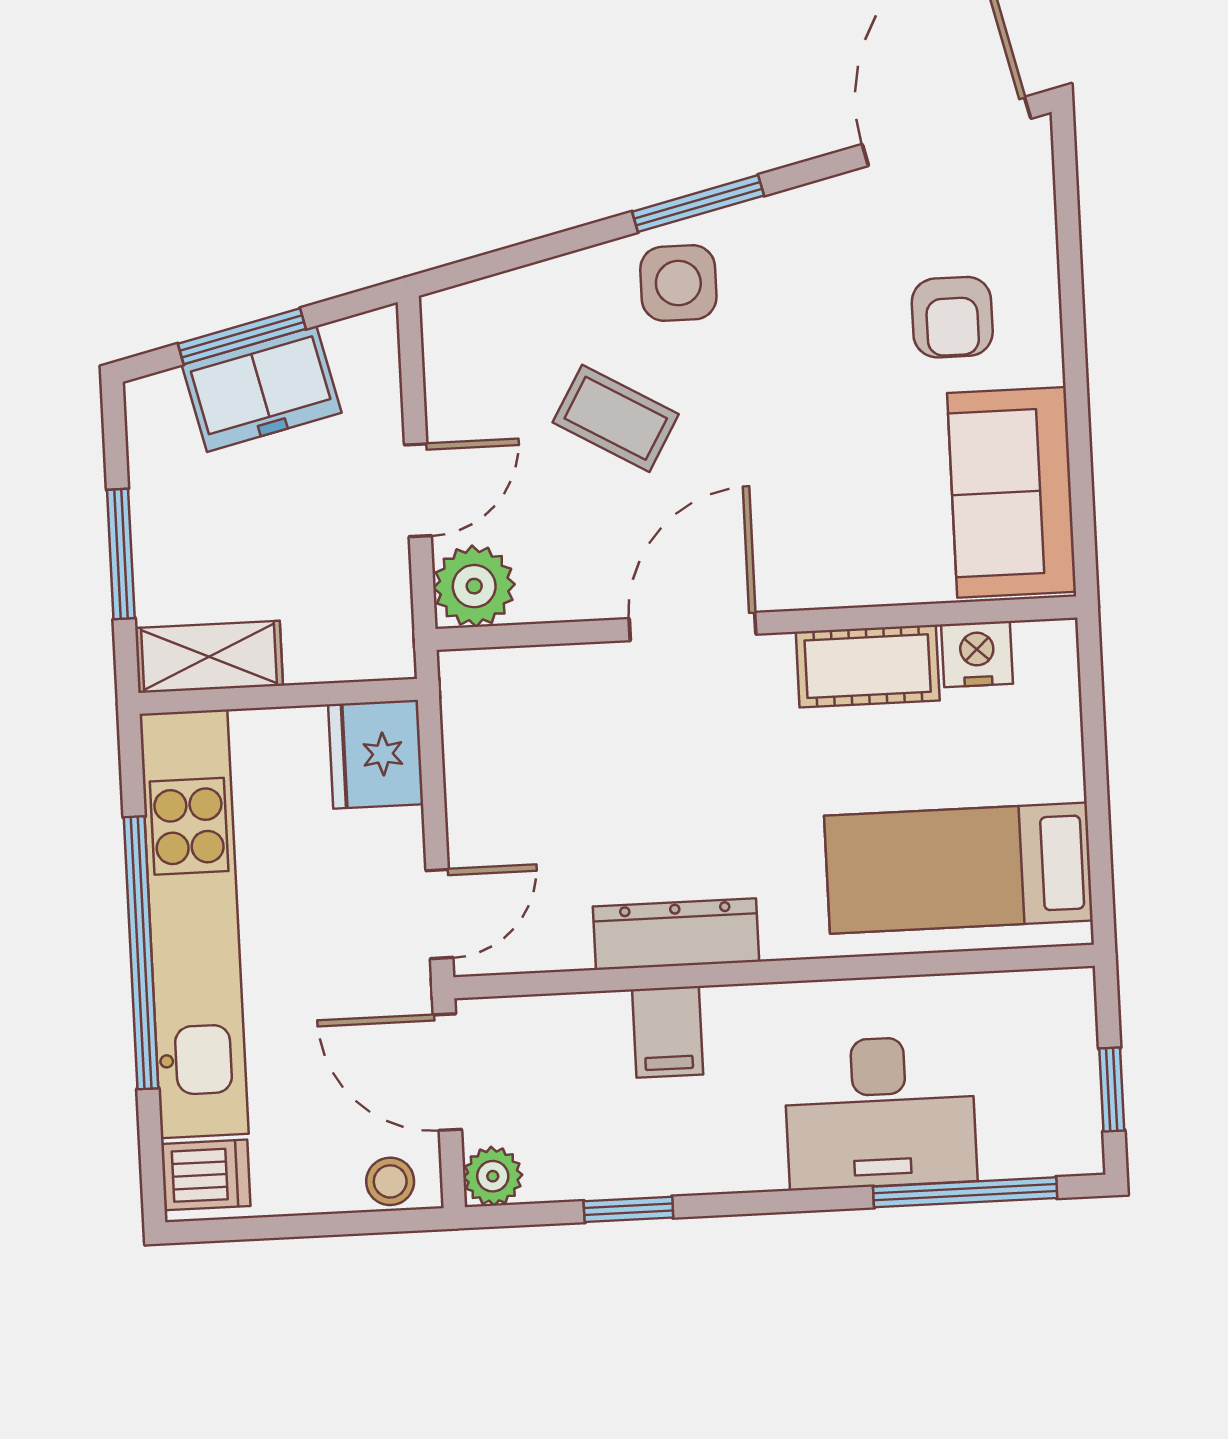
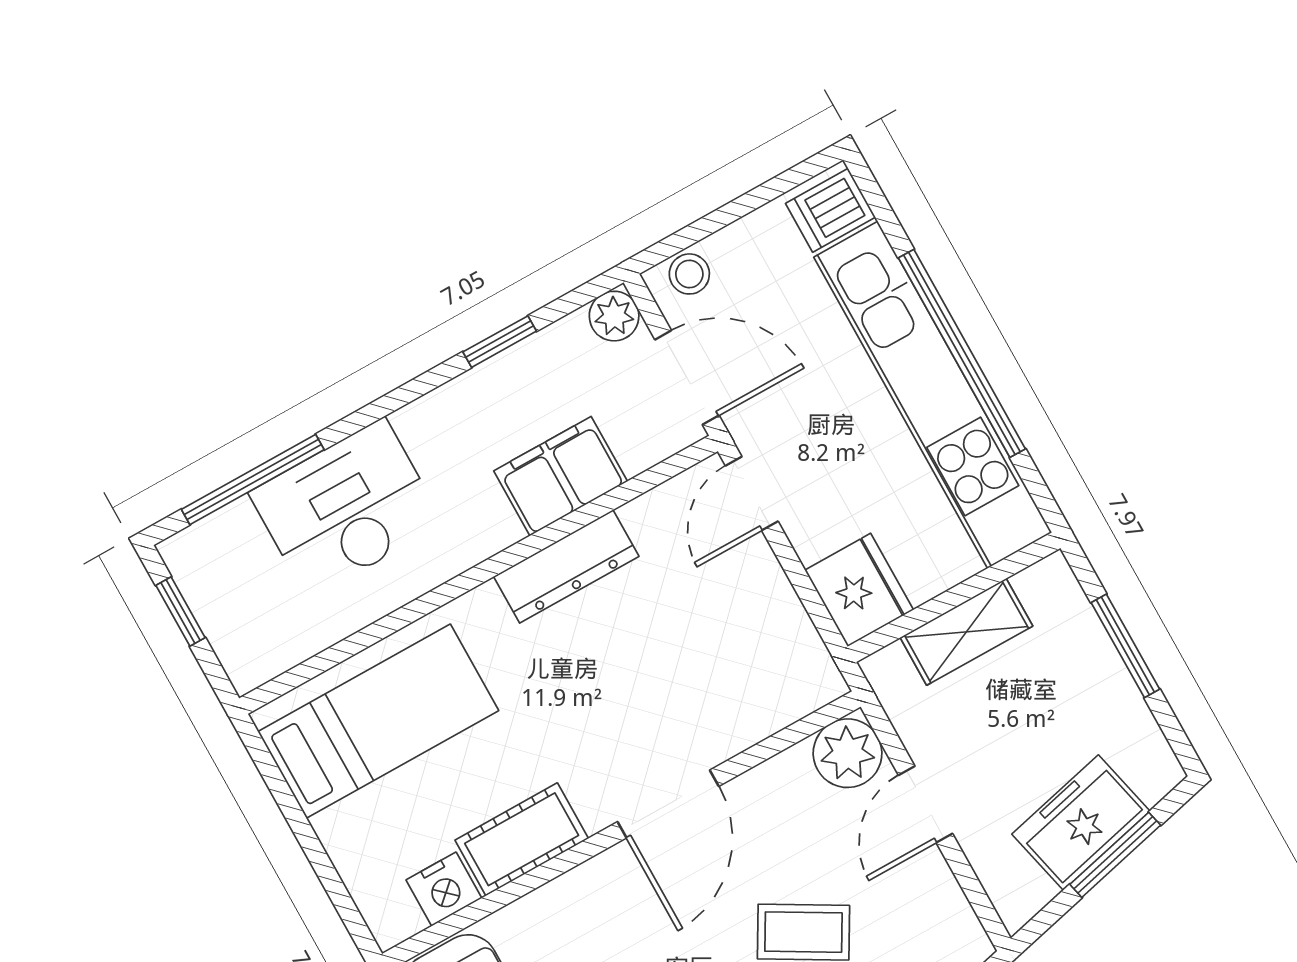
shelving: (209, 657) -> (966, 632), moved
filing cabinet: (668, 1032) -> (561, 476), width x2.00

